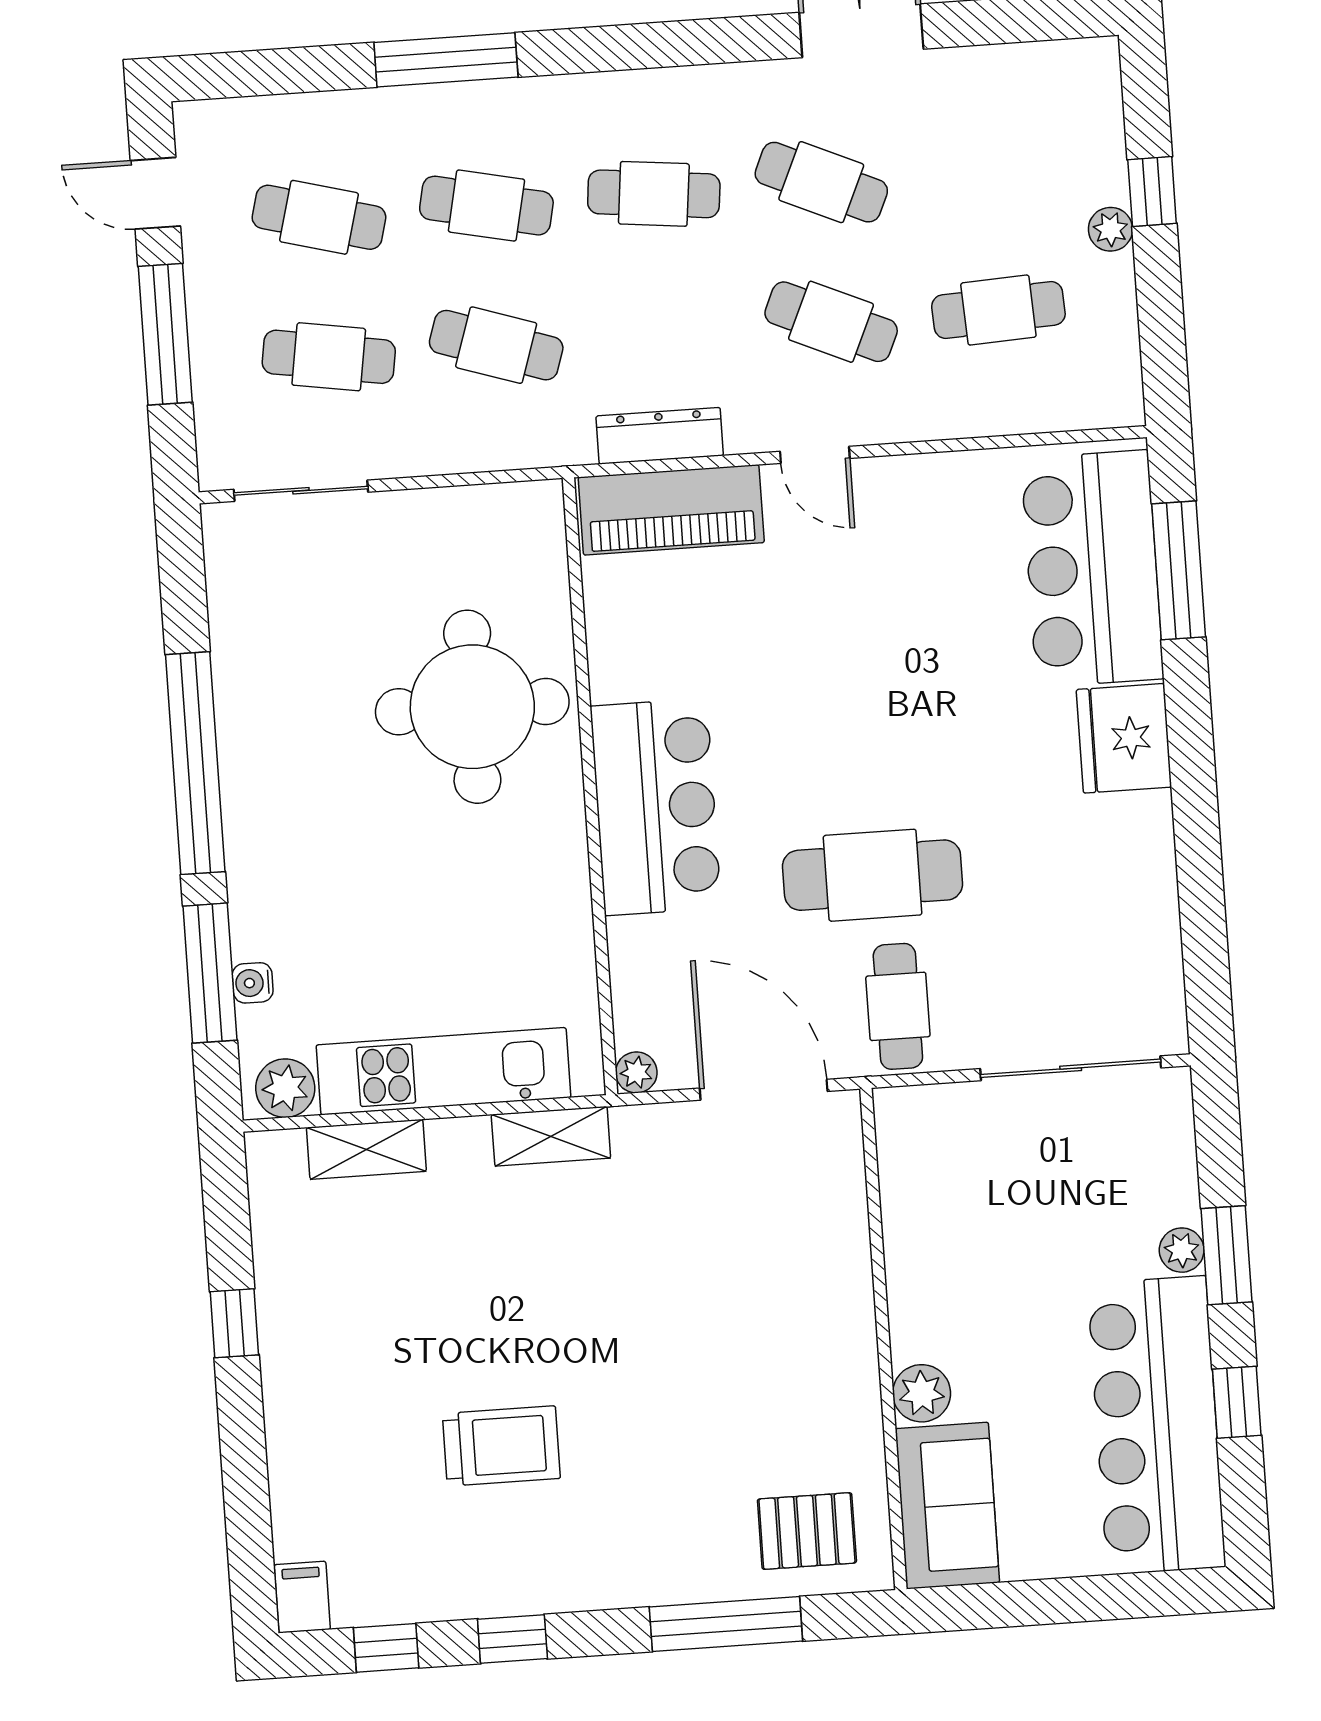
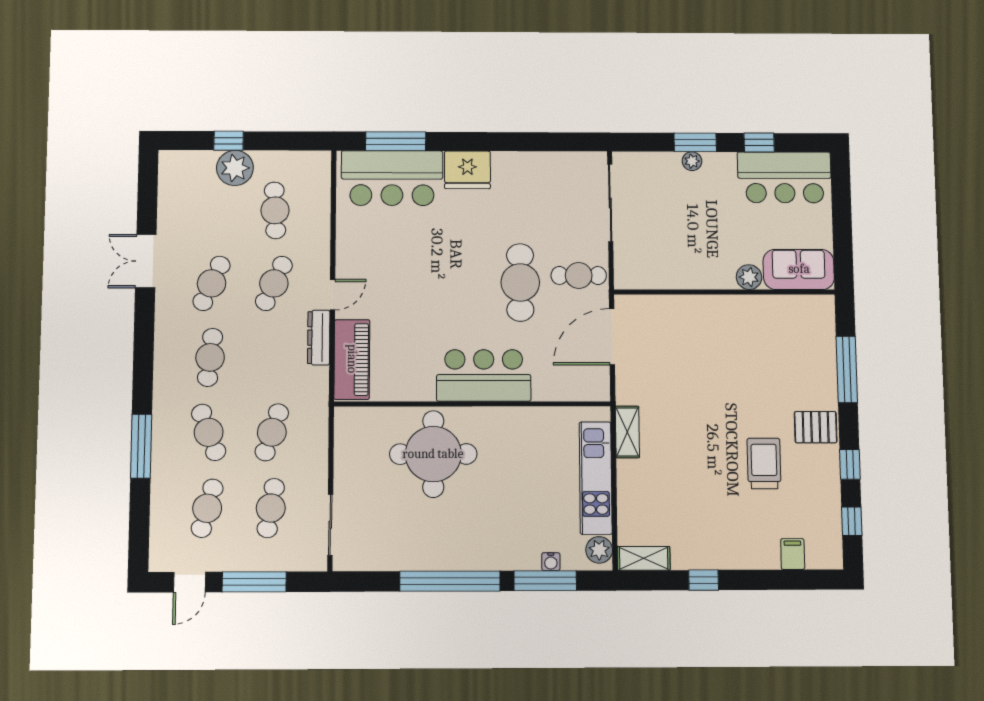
cafe table: (486, 206) -> (209, 432), turned -33
plant: (1111, 229) -> (235, 168), width x1.87, depth x1.87
dresser: (660, 436) -> (319, 338), moved
plant: (636, 1072) -> (601, 392), removed
shelving: (366, 1149) -> (644, 558), moved, turned 90
bar counter: (1156, 1425) -> (784, 177), width x0.73
pallet: (807, 1531) -> (816, 427), moved, turned 90
filing cabinet: (302, 1597) -> (793, 554), moved, turned 90

